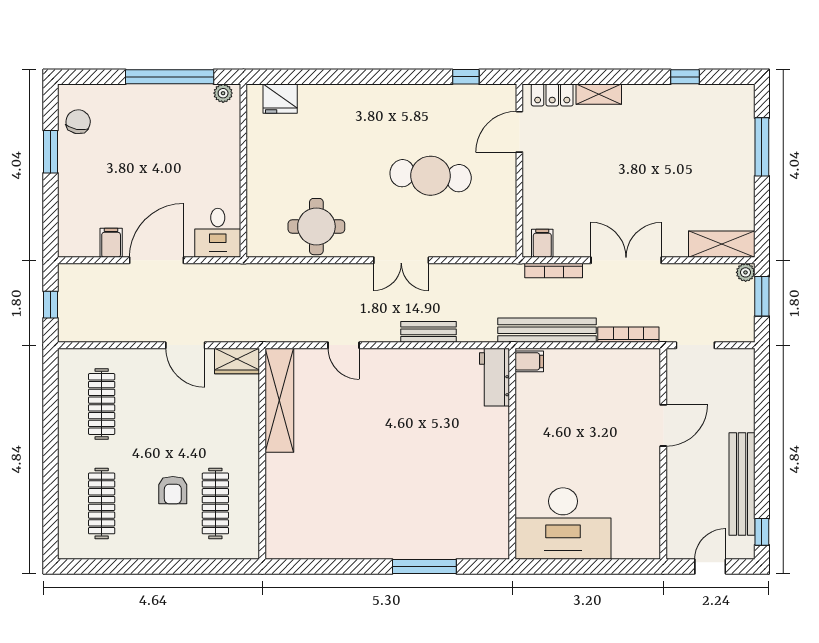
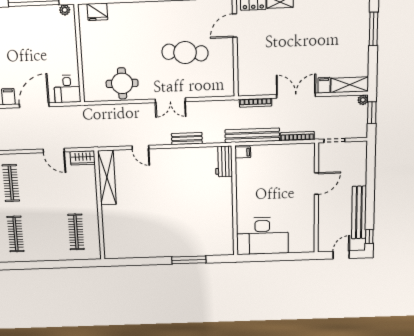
filing cabinet: (542, 243) -> (324, 85), moved
armchair: (173, 490) -> (53, 226), removed

